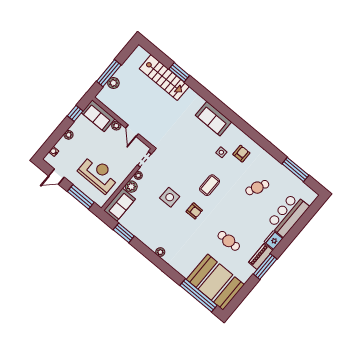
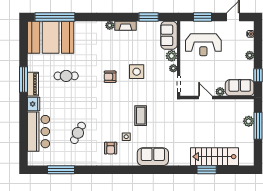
coffee table: (210, 185) -> (141, 116), moved
window: (81, 197) -> (202, 17), width x0.69
fireplace: (148, 241) -> (125, 26), added

